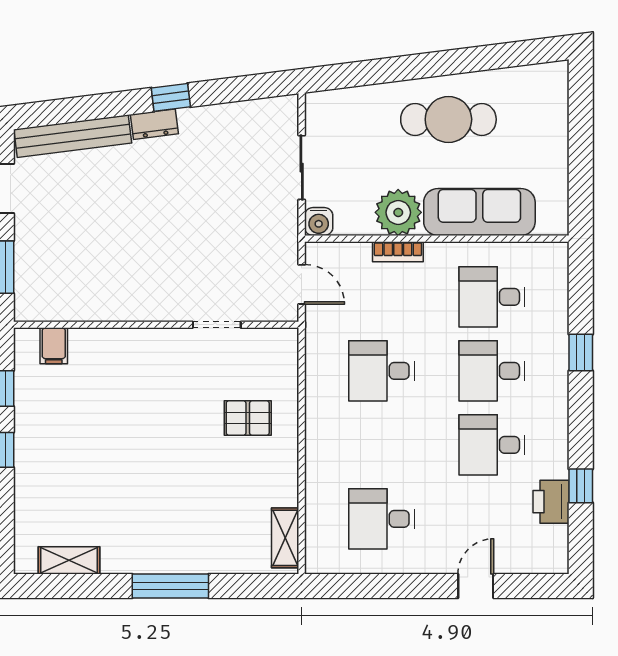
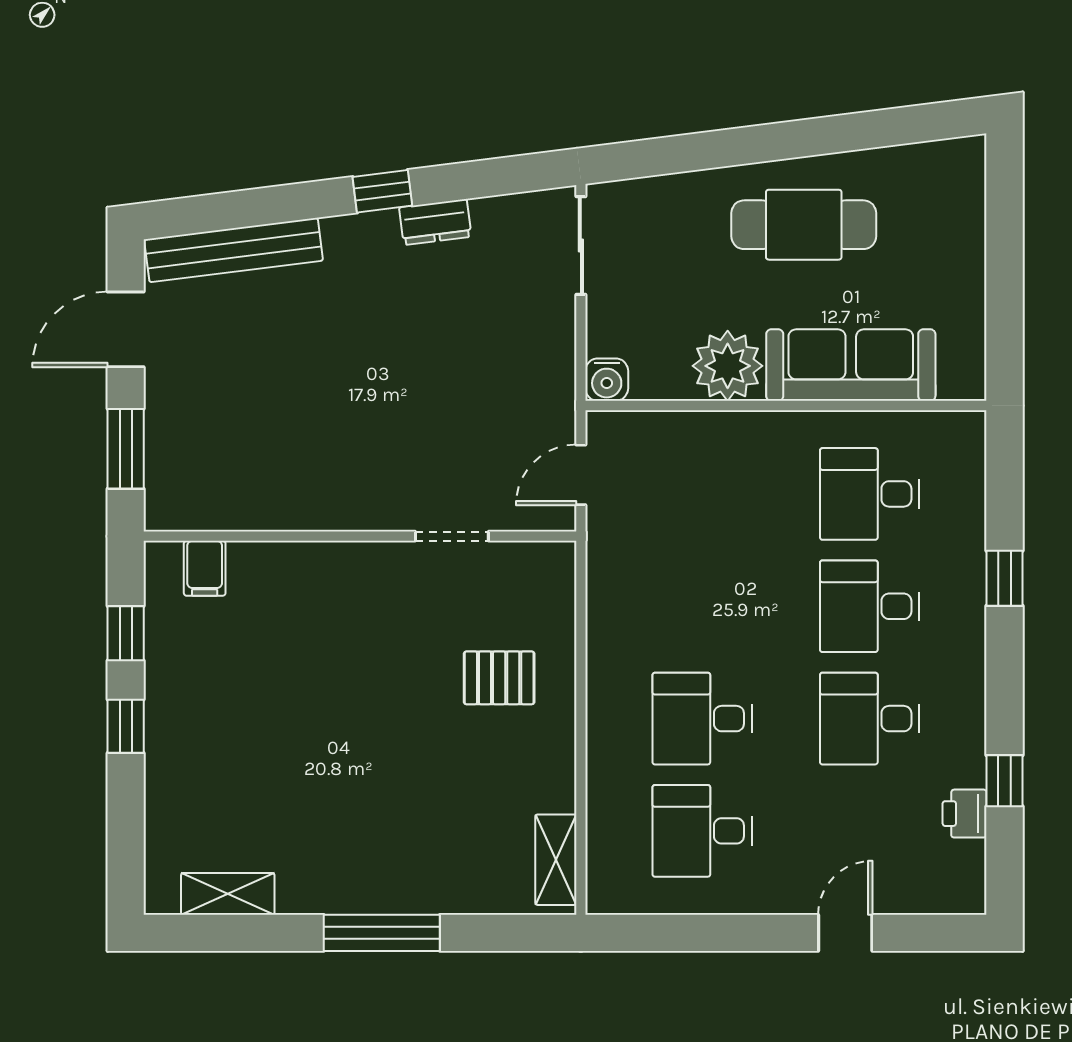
dresser: (154, 124) -> (435, 222), moved
sliding door: (302, 168) -> (581, 245), moved
bookcase: (398, 252) -> (727, 425), removed
door: (302, 284) -> (581, 475), swing flipped
desk: (382, 371) -> (702, 719), moved
printer: (551, 502) -> (965, 814), width x0.73, depth x0.81

